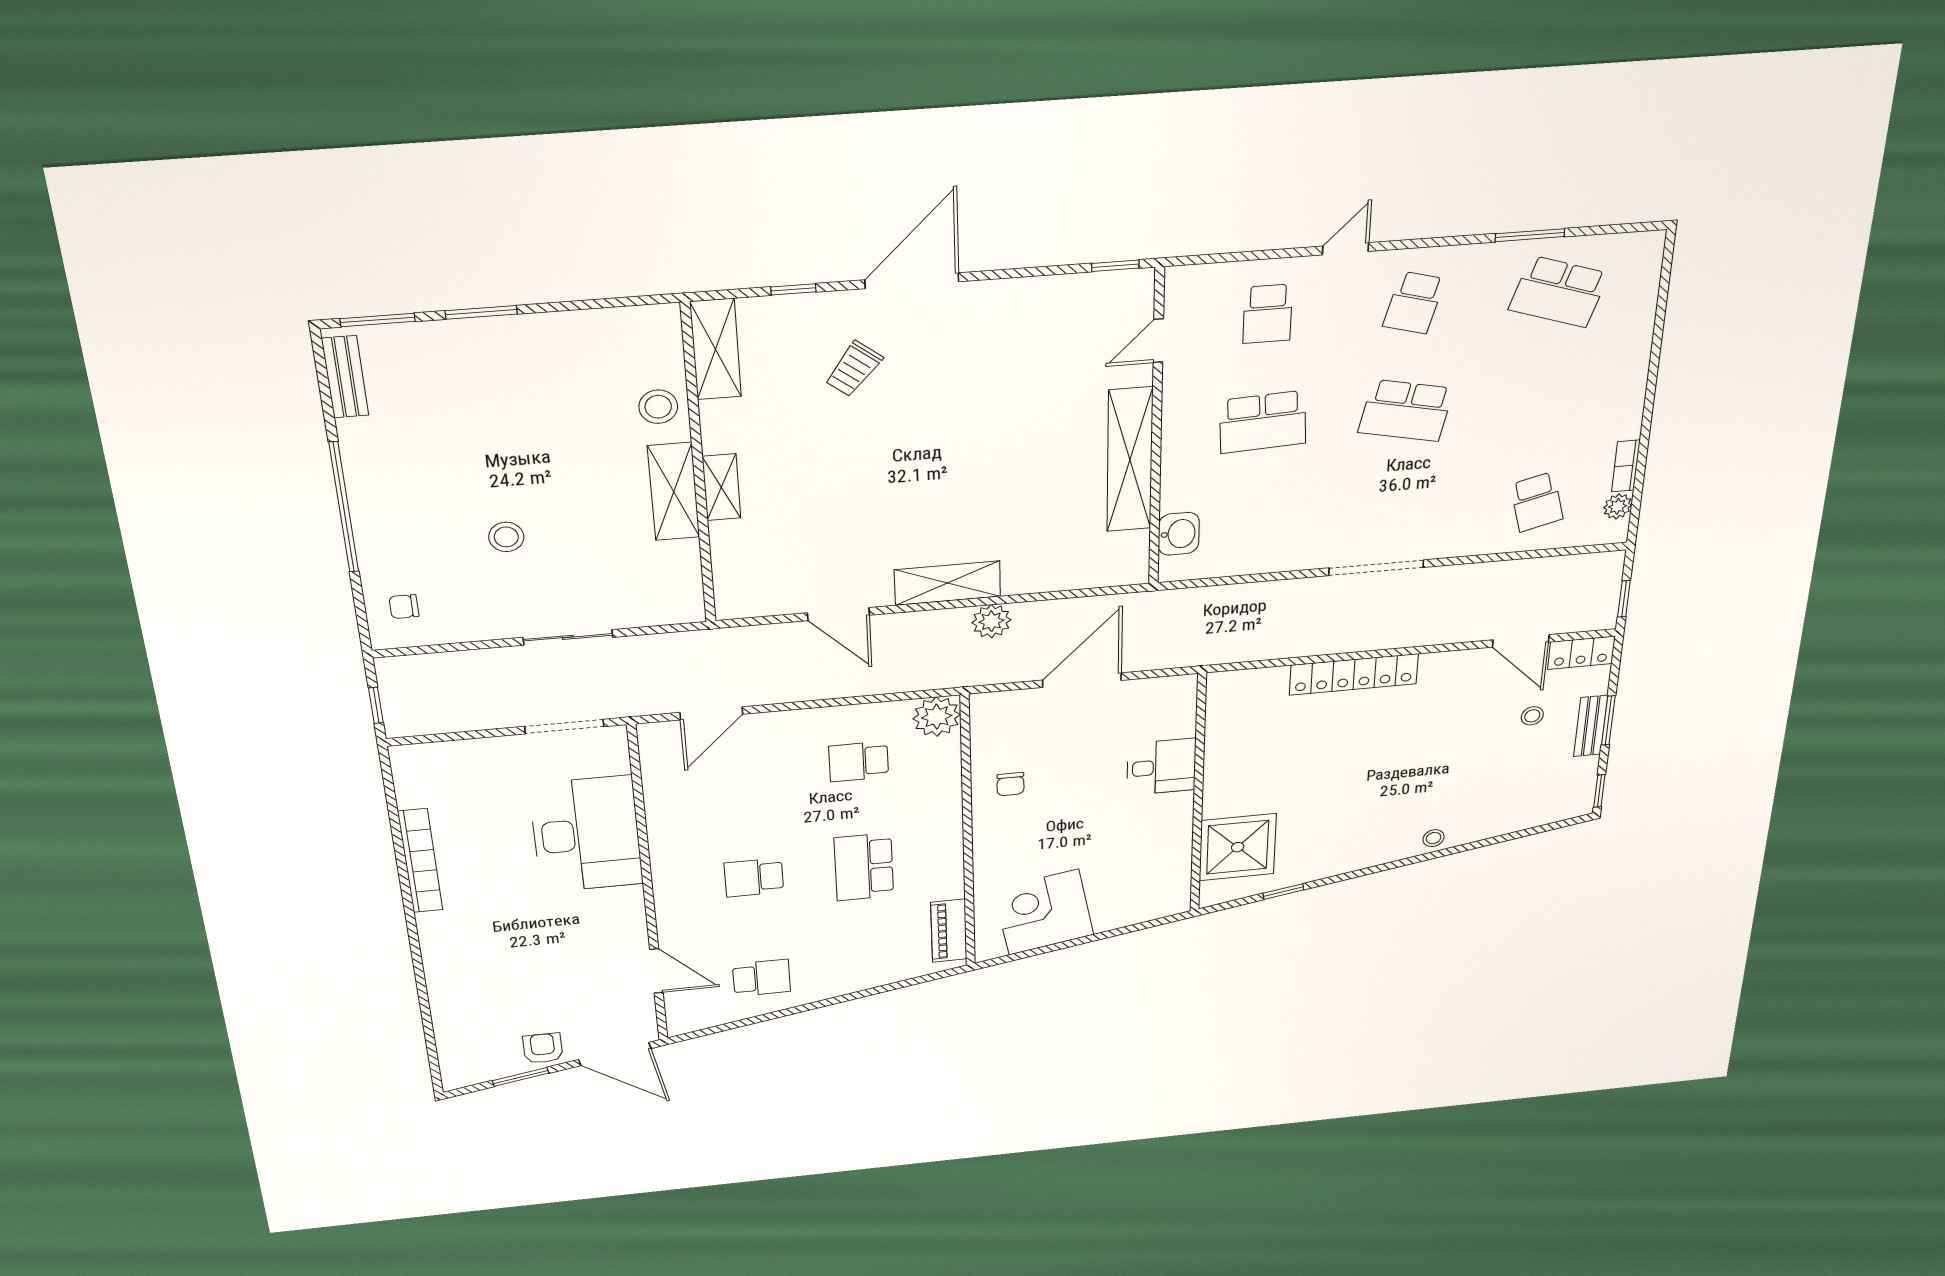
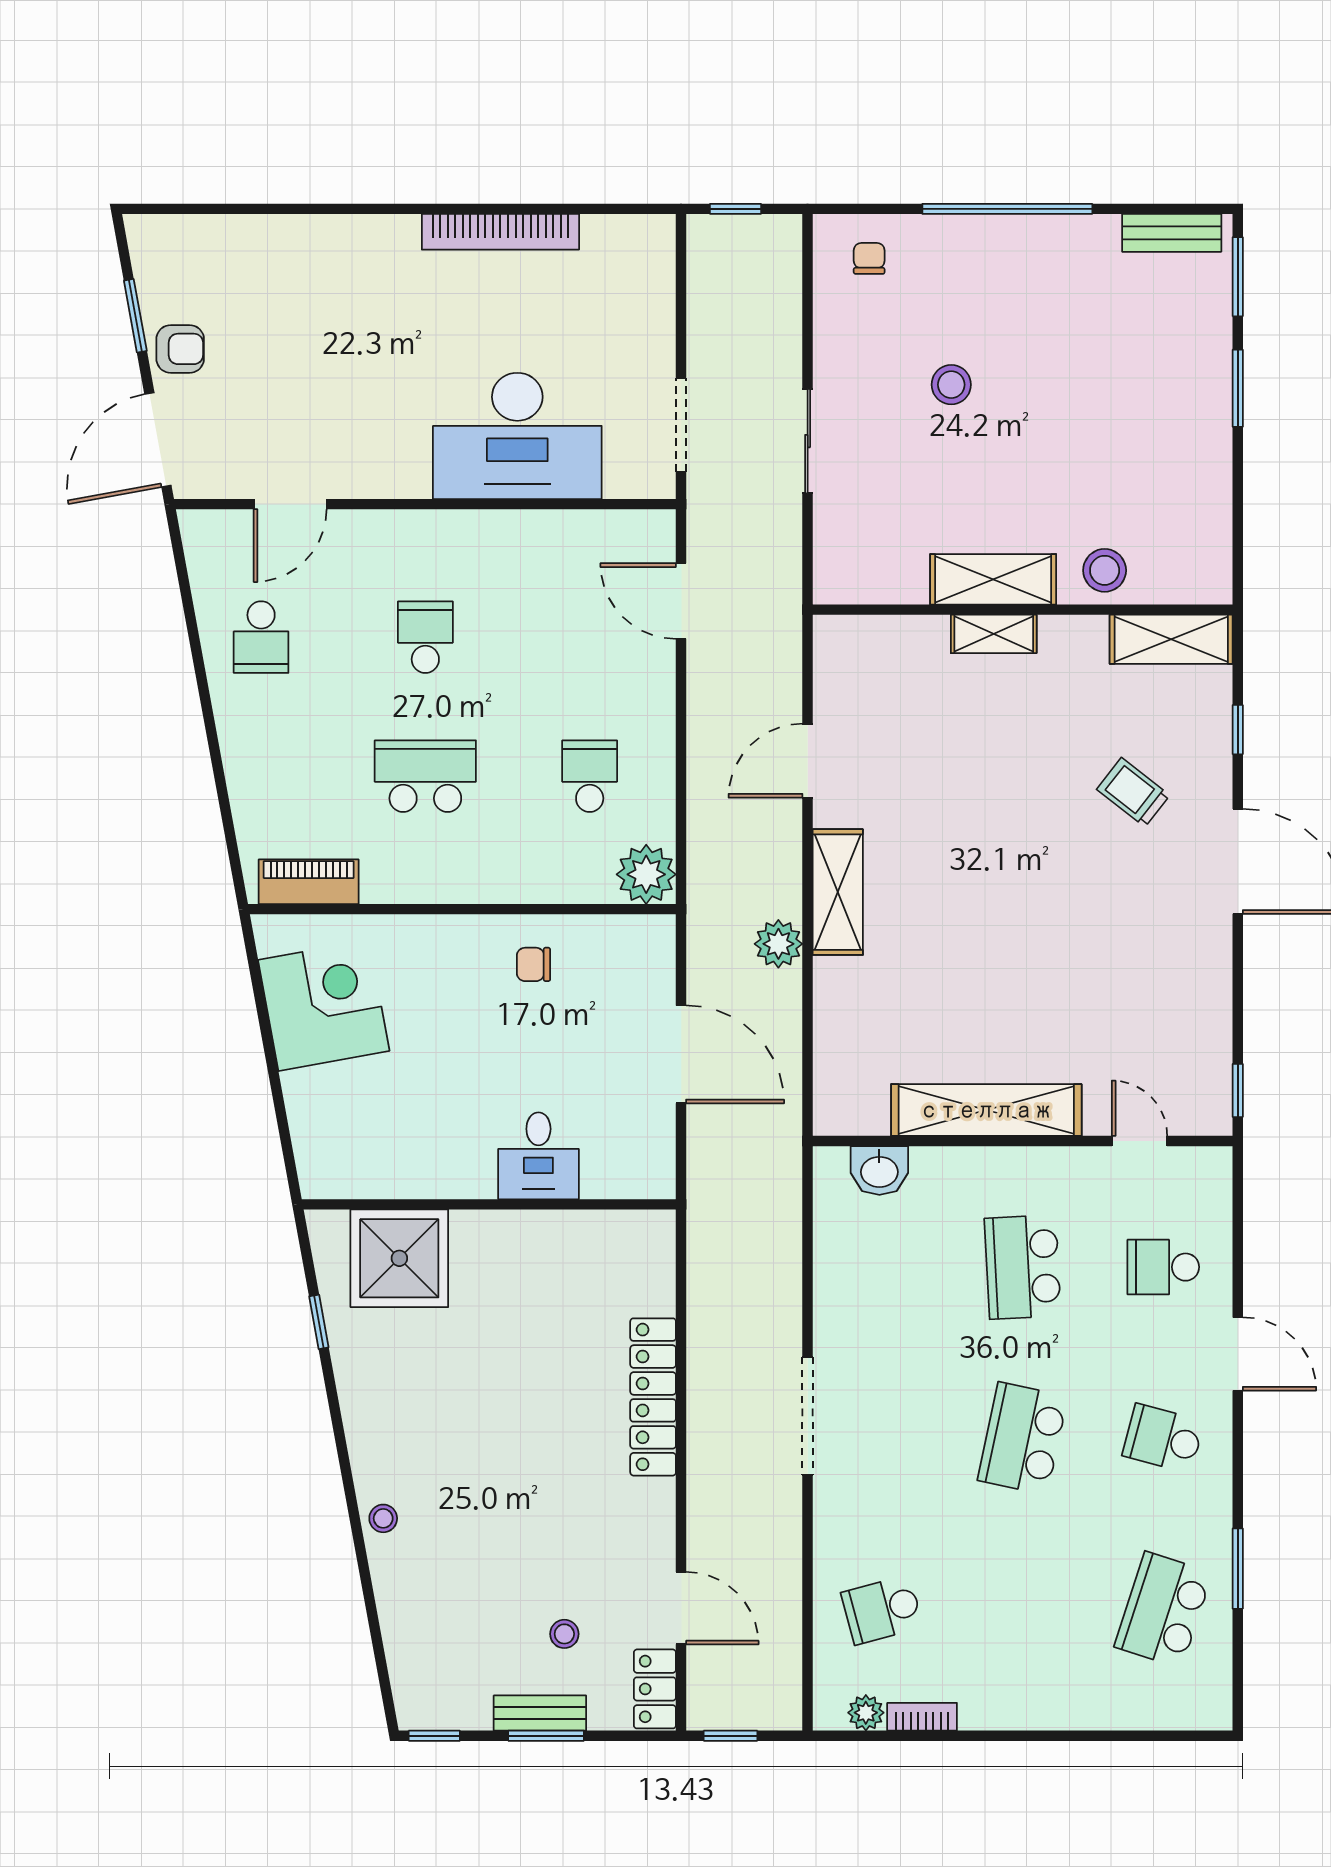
door: (1346, 249) -> (1238, 1354), width x1.38
door: (1521, 641) -> (681, 1608), swing flipped

